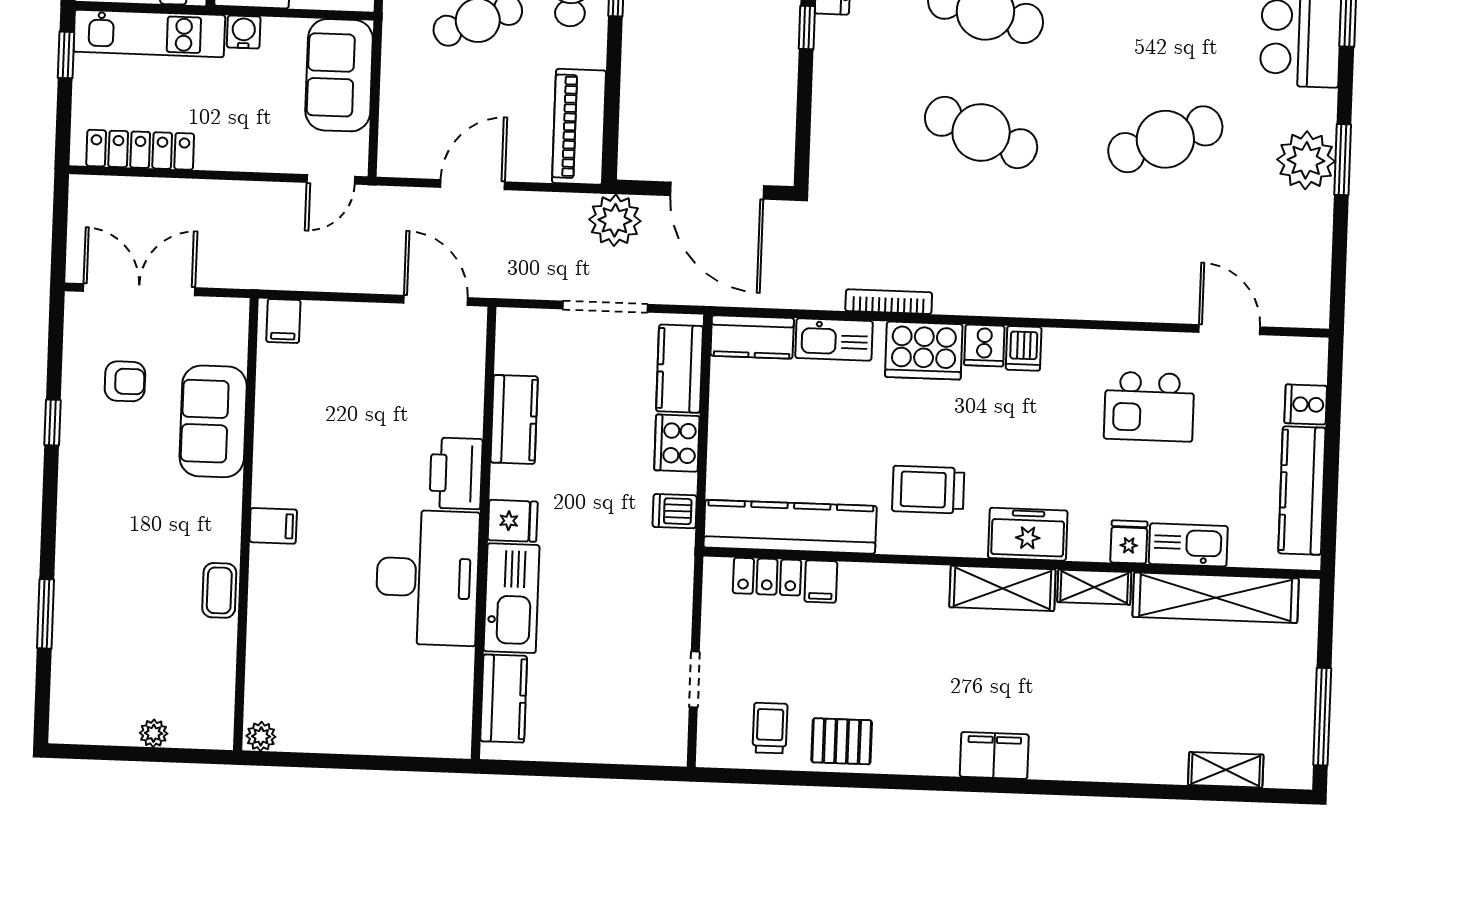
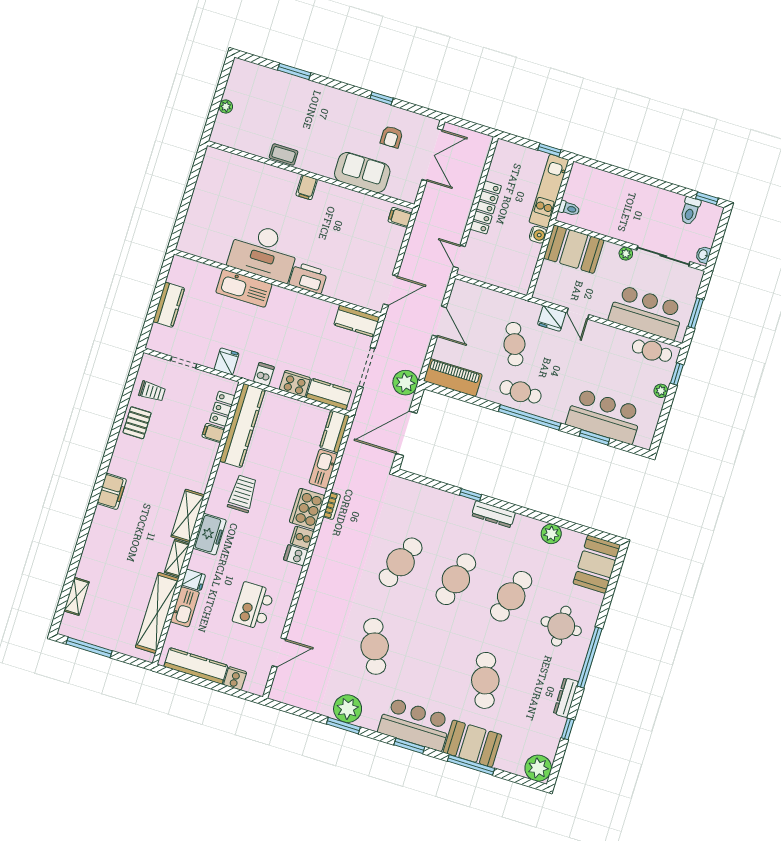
sofa: (339, 75) -> (506, 273), removed
locker: (140, 150) -> (486, 207), moved
bookcase: (889, 302) -> (332, 506), width x0.64
kitchen counter: (514, 419) -> (357, 321), moved
fridge: (513, 521) -> (227, 361), moved, turned 180
kitchen counter: (504, 699) -> (169, 305), moved, turned -90
plant: (261, 736) -> (211, 156), removed

